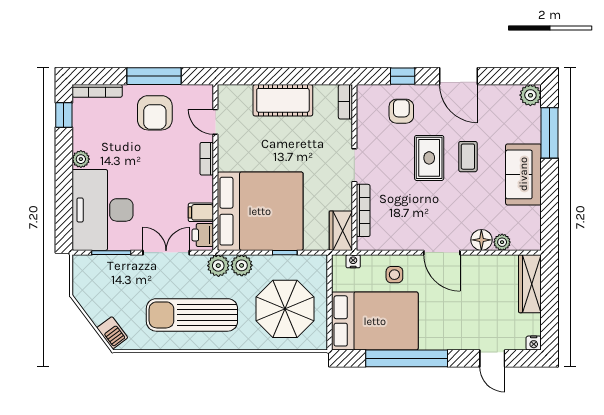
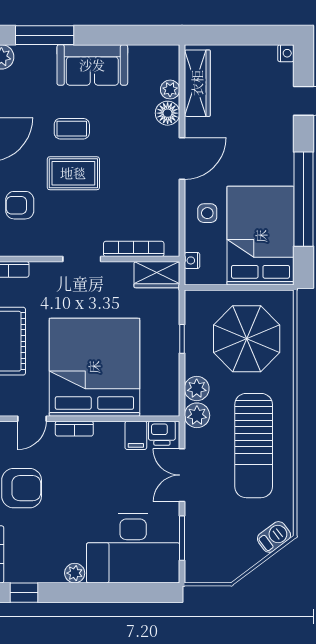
bed: (260, 211) -> (94, 367), moved
wardrobe: (530, 284) -> (197, 83), moved, turned -90

